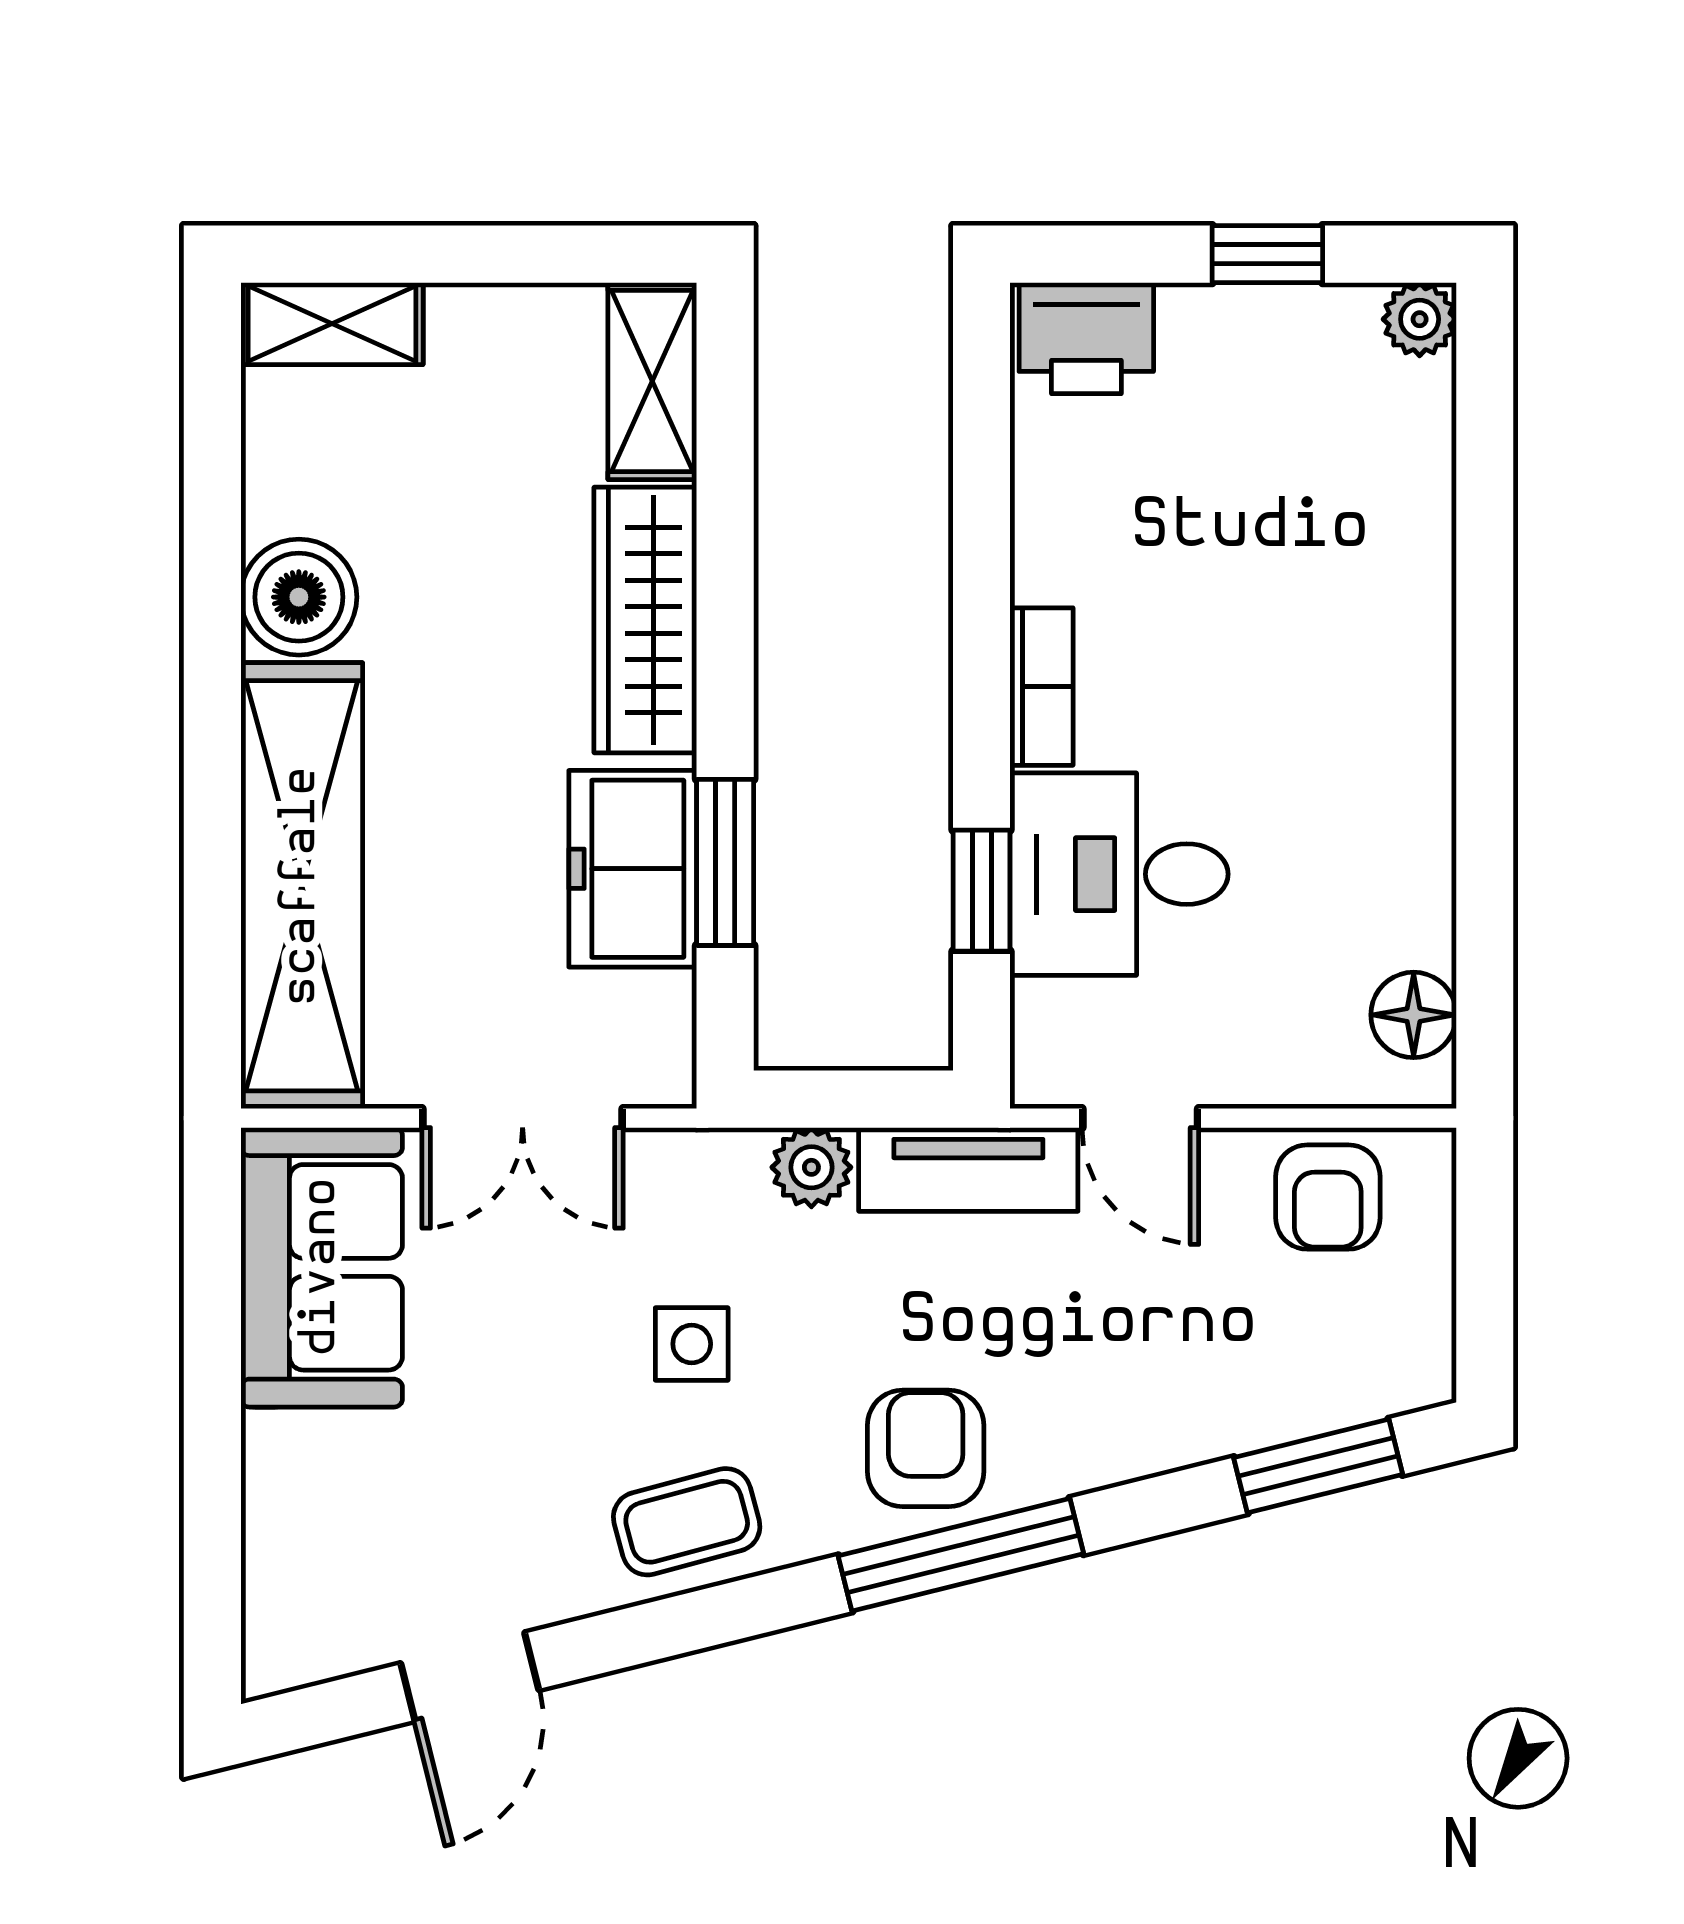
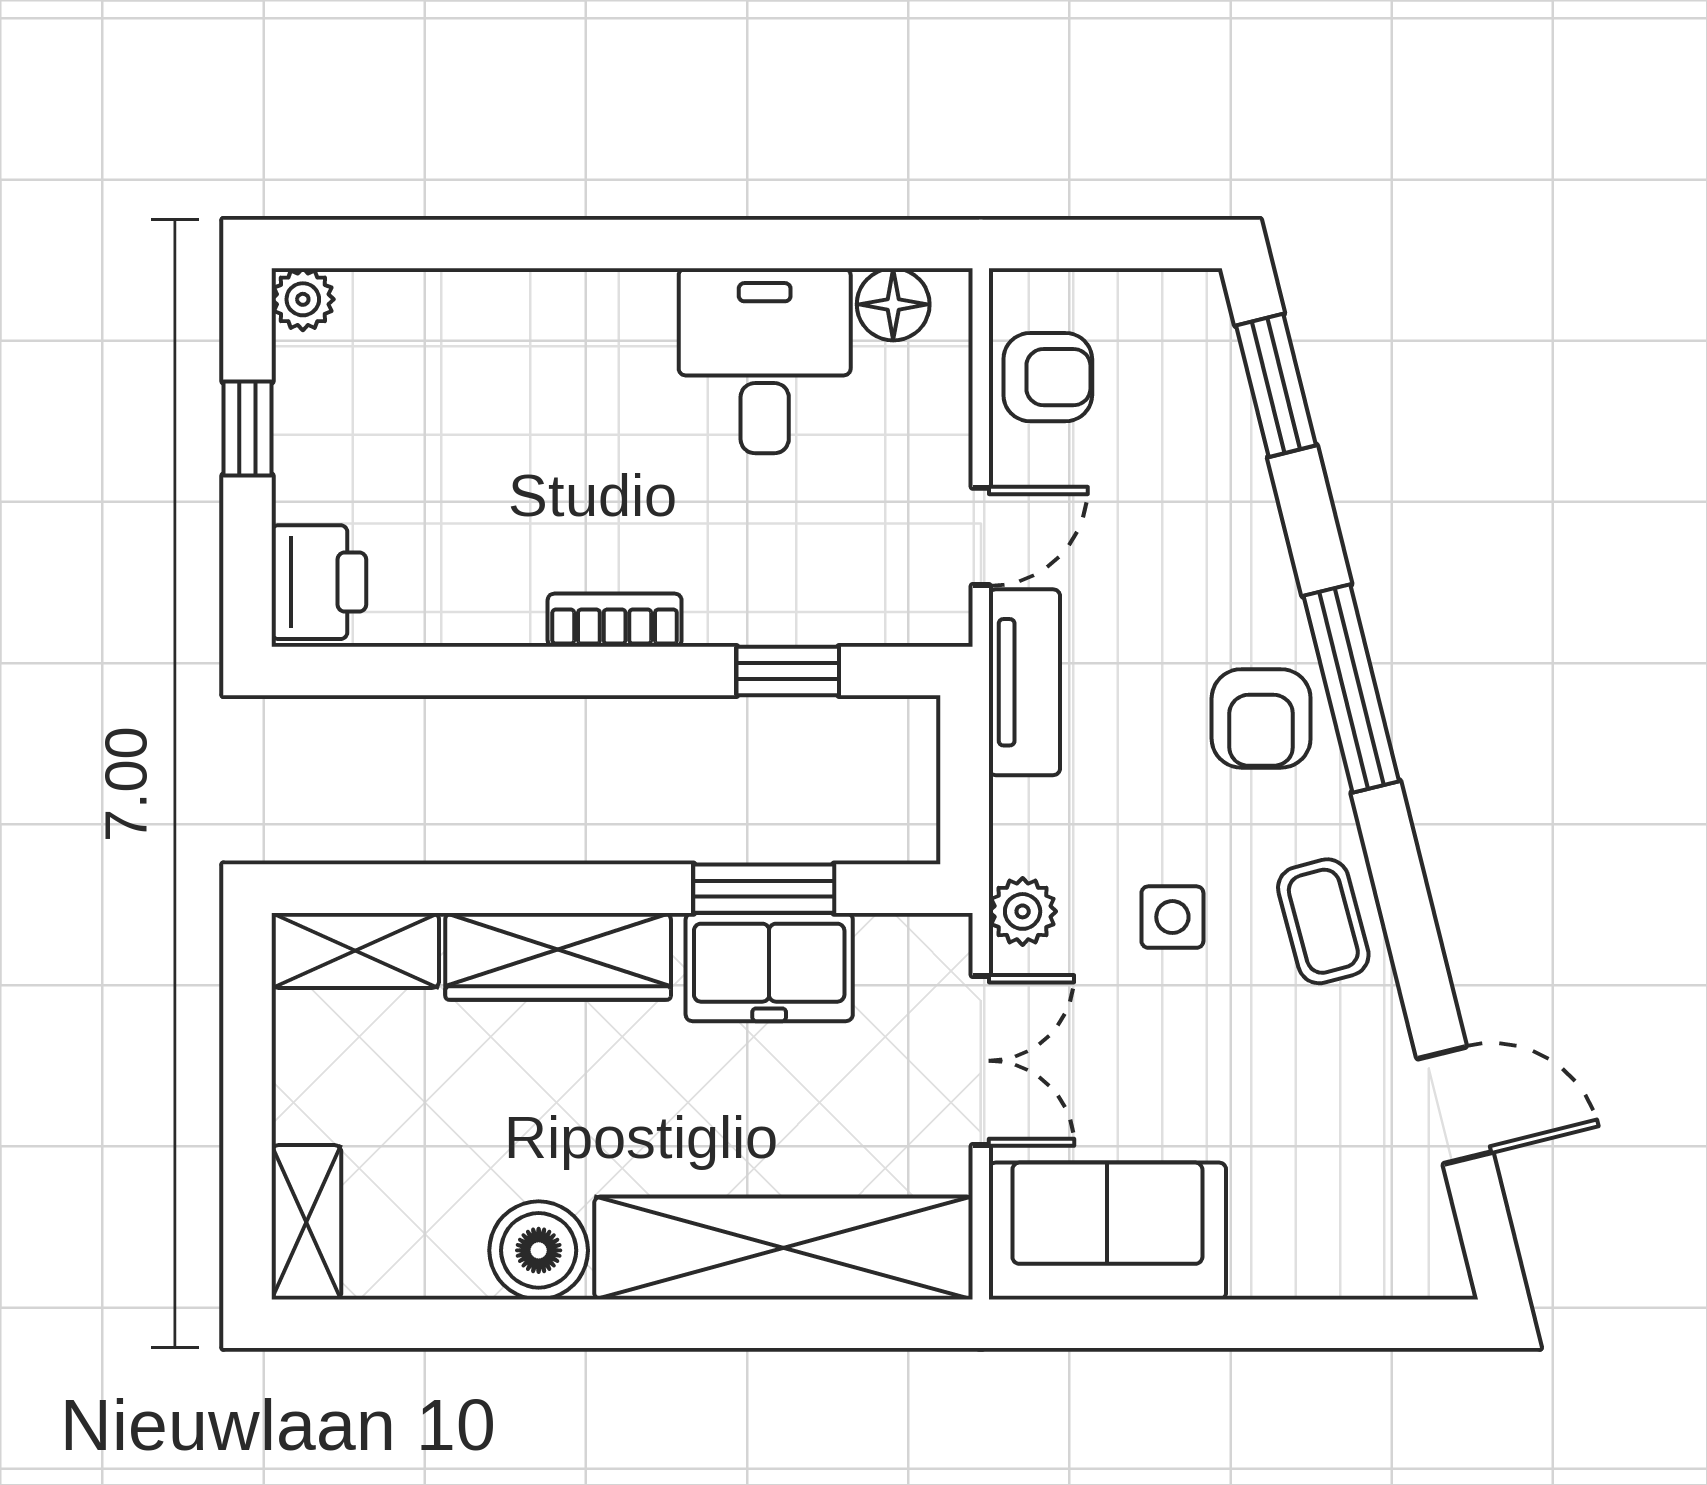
desk: (1119, 874) -> (765, 361), moved, turned 180
plant: (811, 1167) -> (1023, 911), moved
armchair: (926, 1448) -> (1261, 718), turned -90

